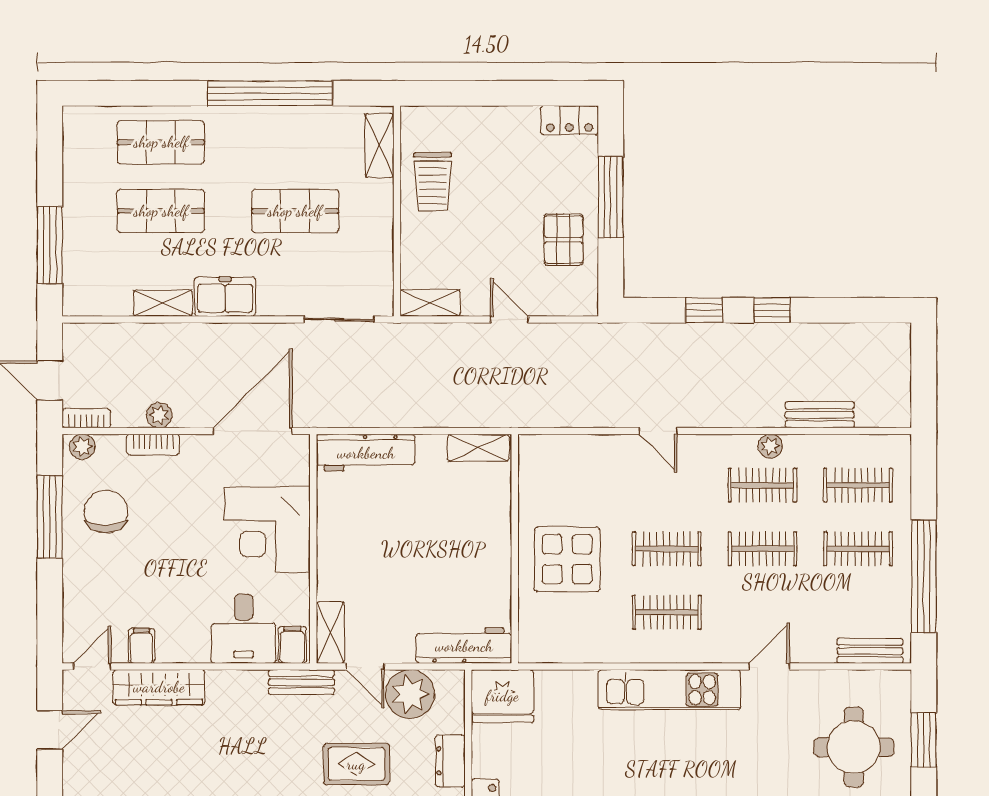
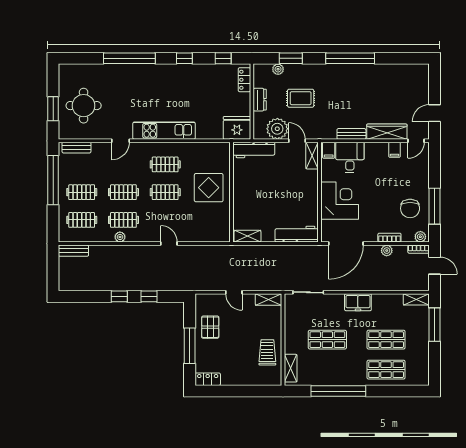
shelving: (163, 303) -> (416, 299), moved
bench: (820, 415) -> (73, 251), moved
bench: (301, 682) -> (351, 134), moved

